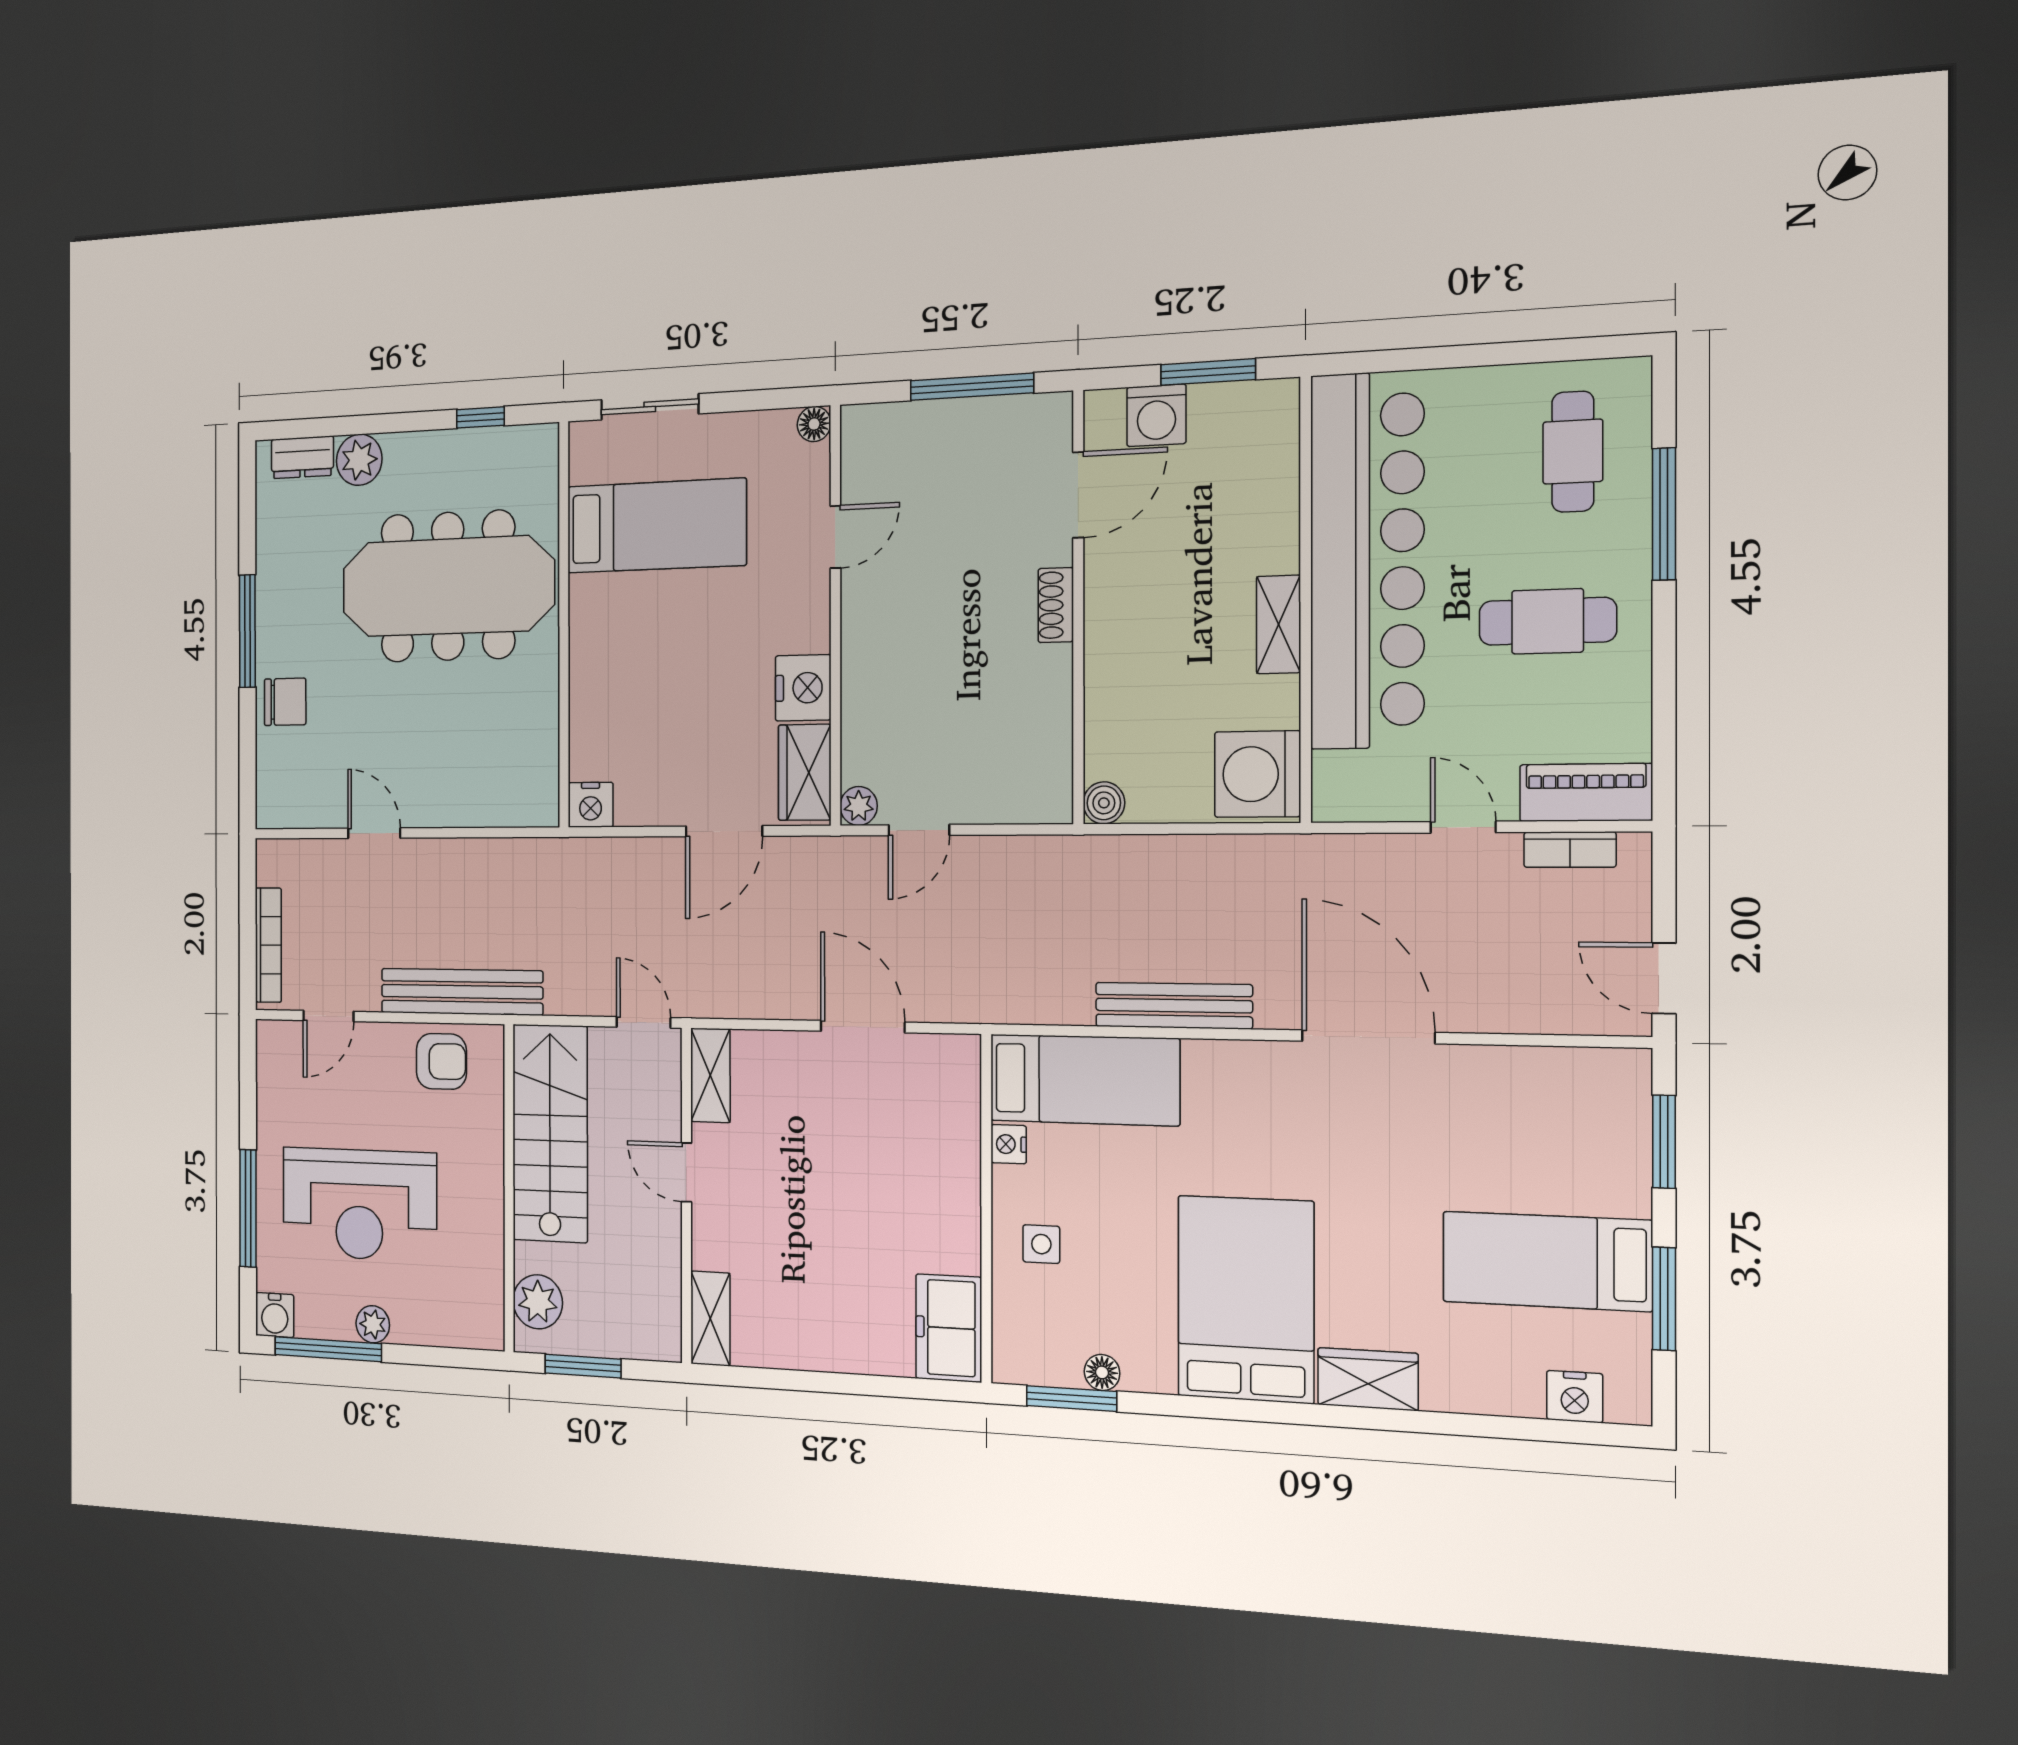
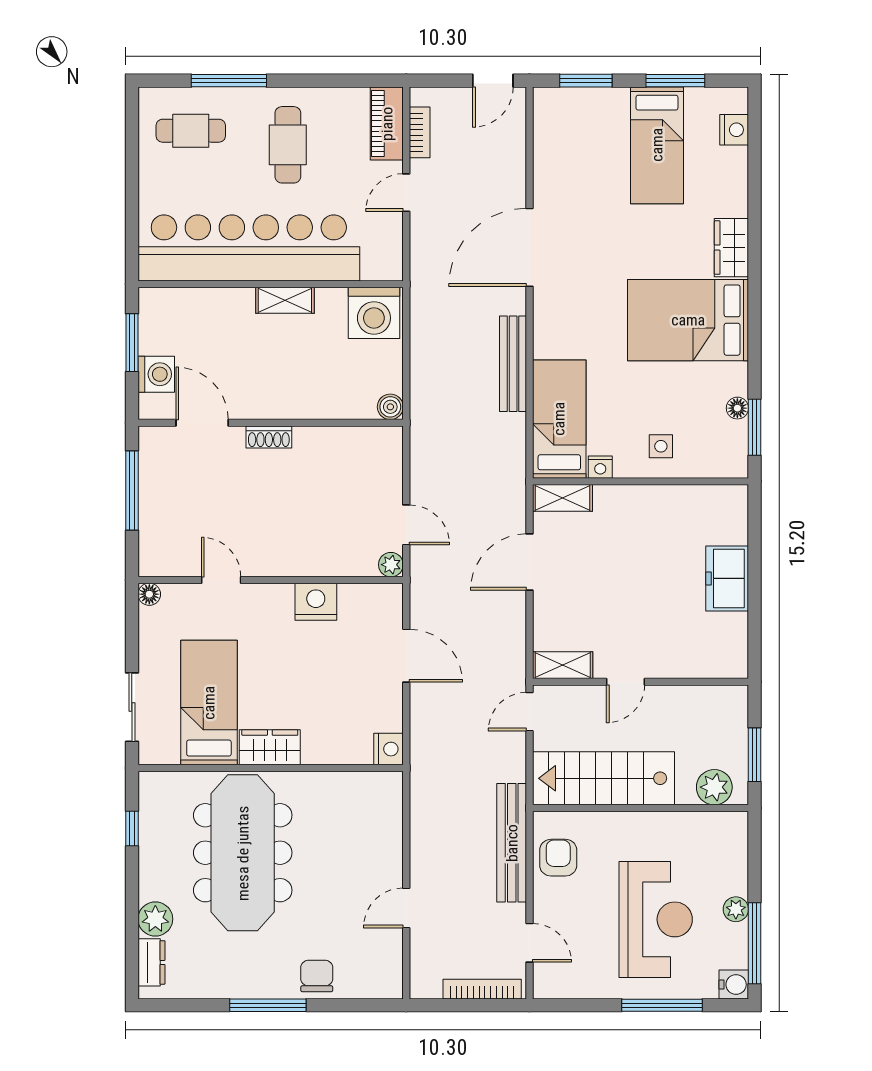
wardrobe: (805, 772) -> (270, 747), moved, turned 180
shelving: (710, 1318) -> (562, 498), moved
freezer: (949, 1328) -> (727, 578), moved, turned 90

